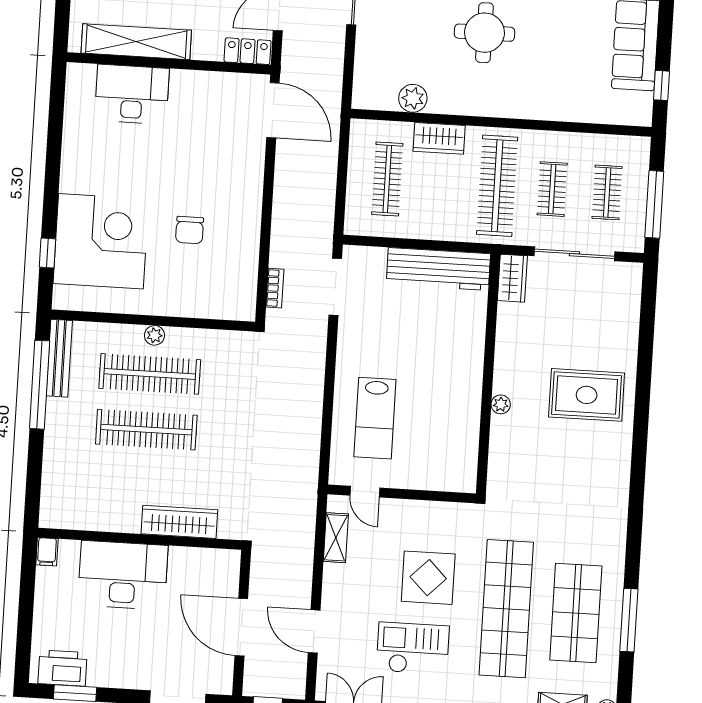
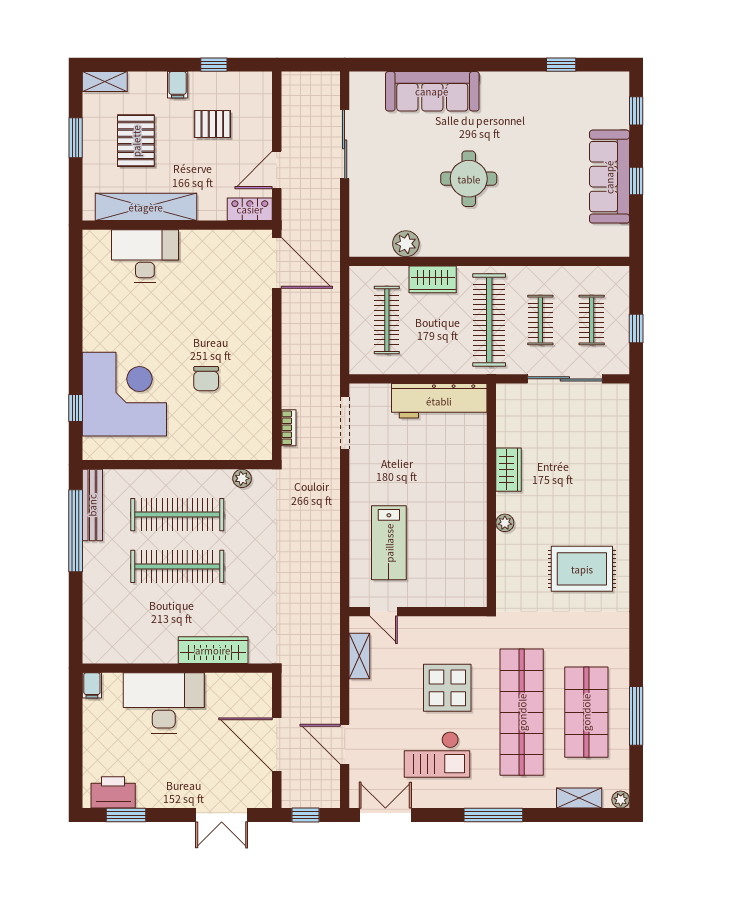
window: (662, 85) -> (636, 181), moved
window: (654, 204) -> (636, 328), width x0.46
wardrobe: (512, 278) -> (509, 470), moved
plant: (155, 335) -> (242, 478), moved
rug: (587, 395) -> (582, 569), moved
checkout: (413, 648) -> (437, 754), turned 180

